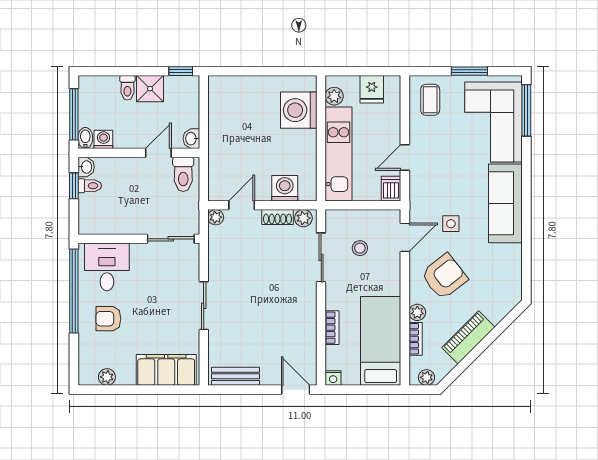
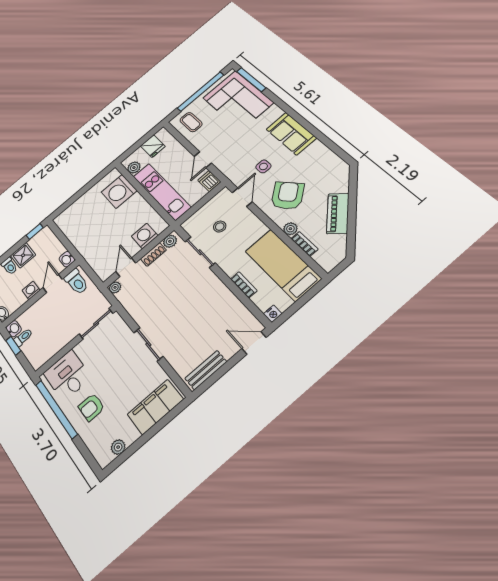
window: (469, 71) -> (201, 92), width x2.11
washing machine: (103, 139) -> (31, 290), moved
sofa: (505, 203) -> (291, 134), width x0.73
plant: (426, 377) -> (335, 259), removed

